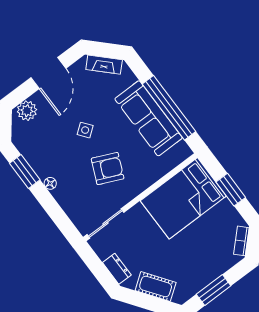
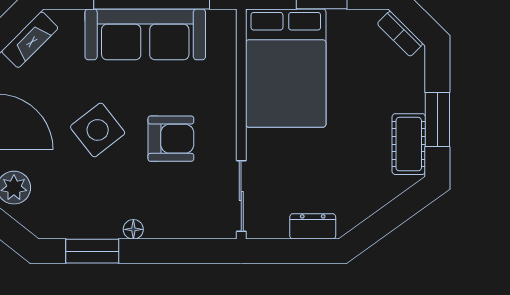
side table: (85, 130) -> (98, 130), width x1.87, depth x1.87
armchair: (108, 169) -> (171, 139), turned 66
cot: (156, 286) -> (409, 144), moved, turned -54

